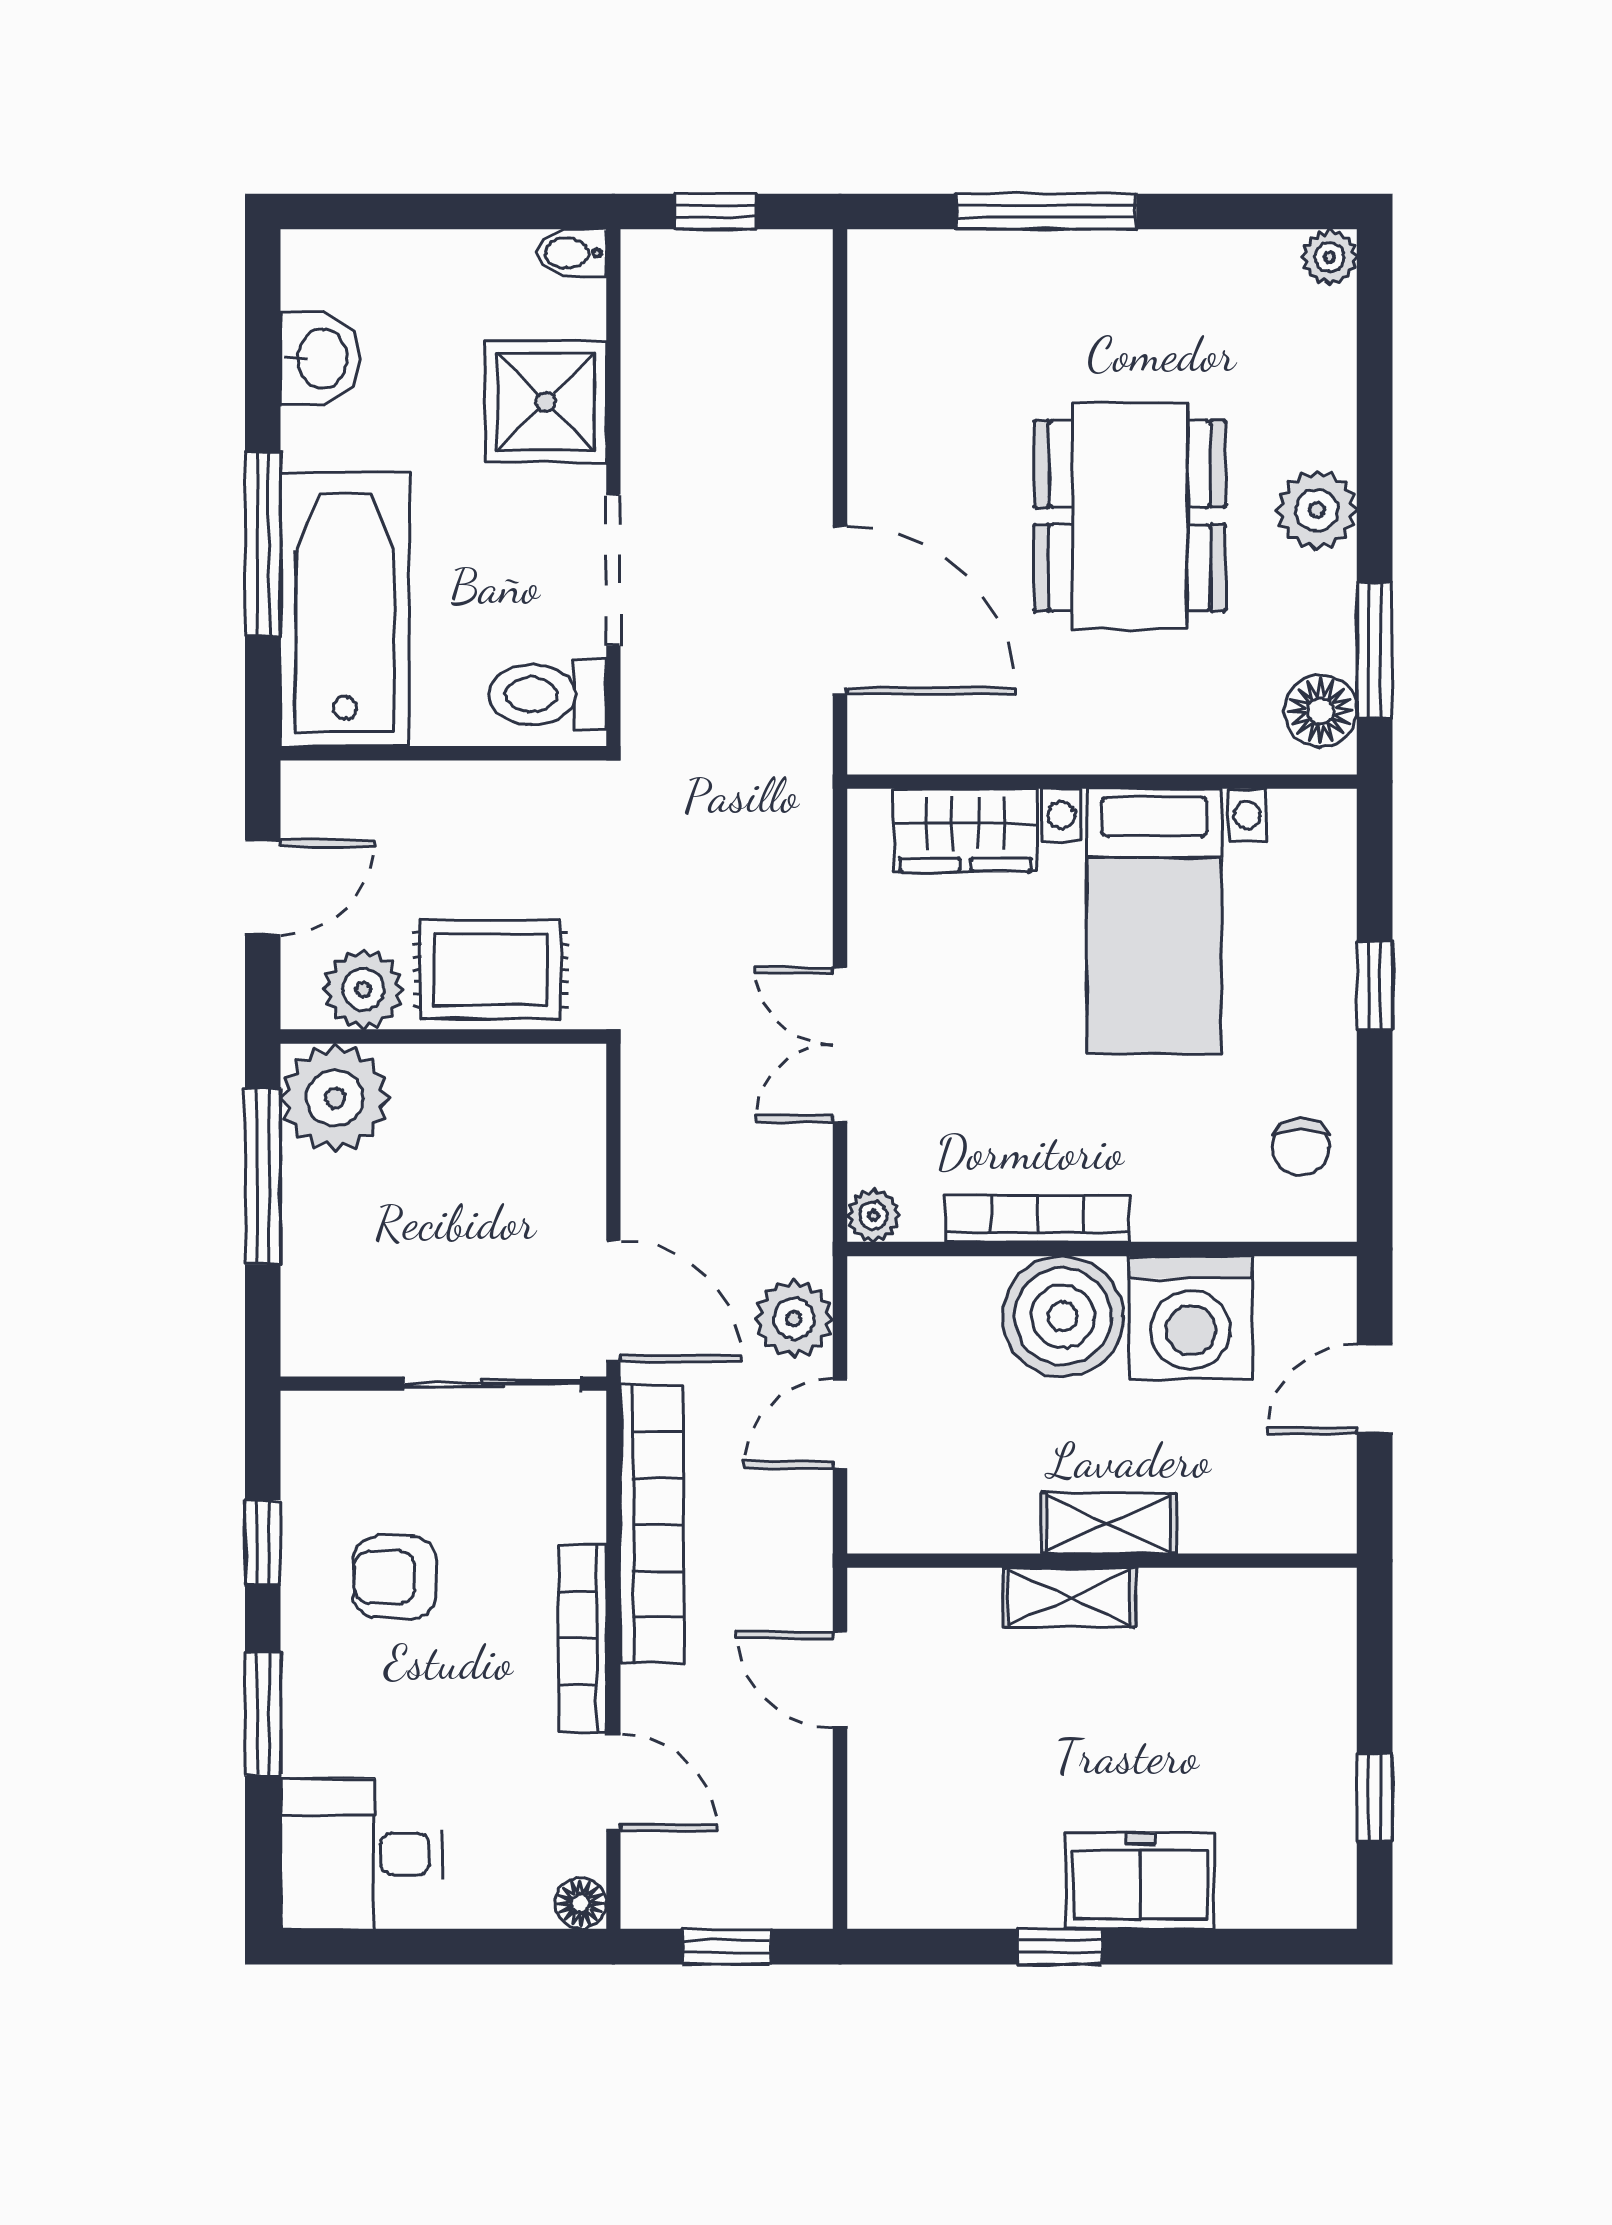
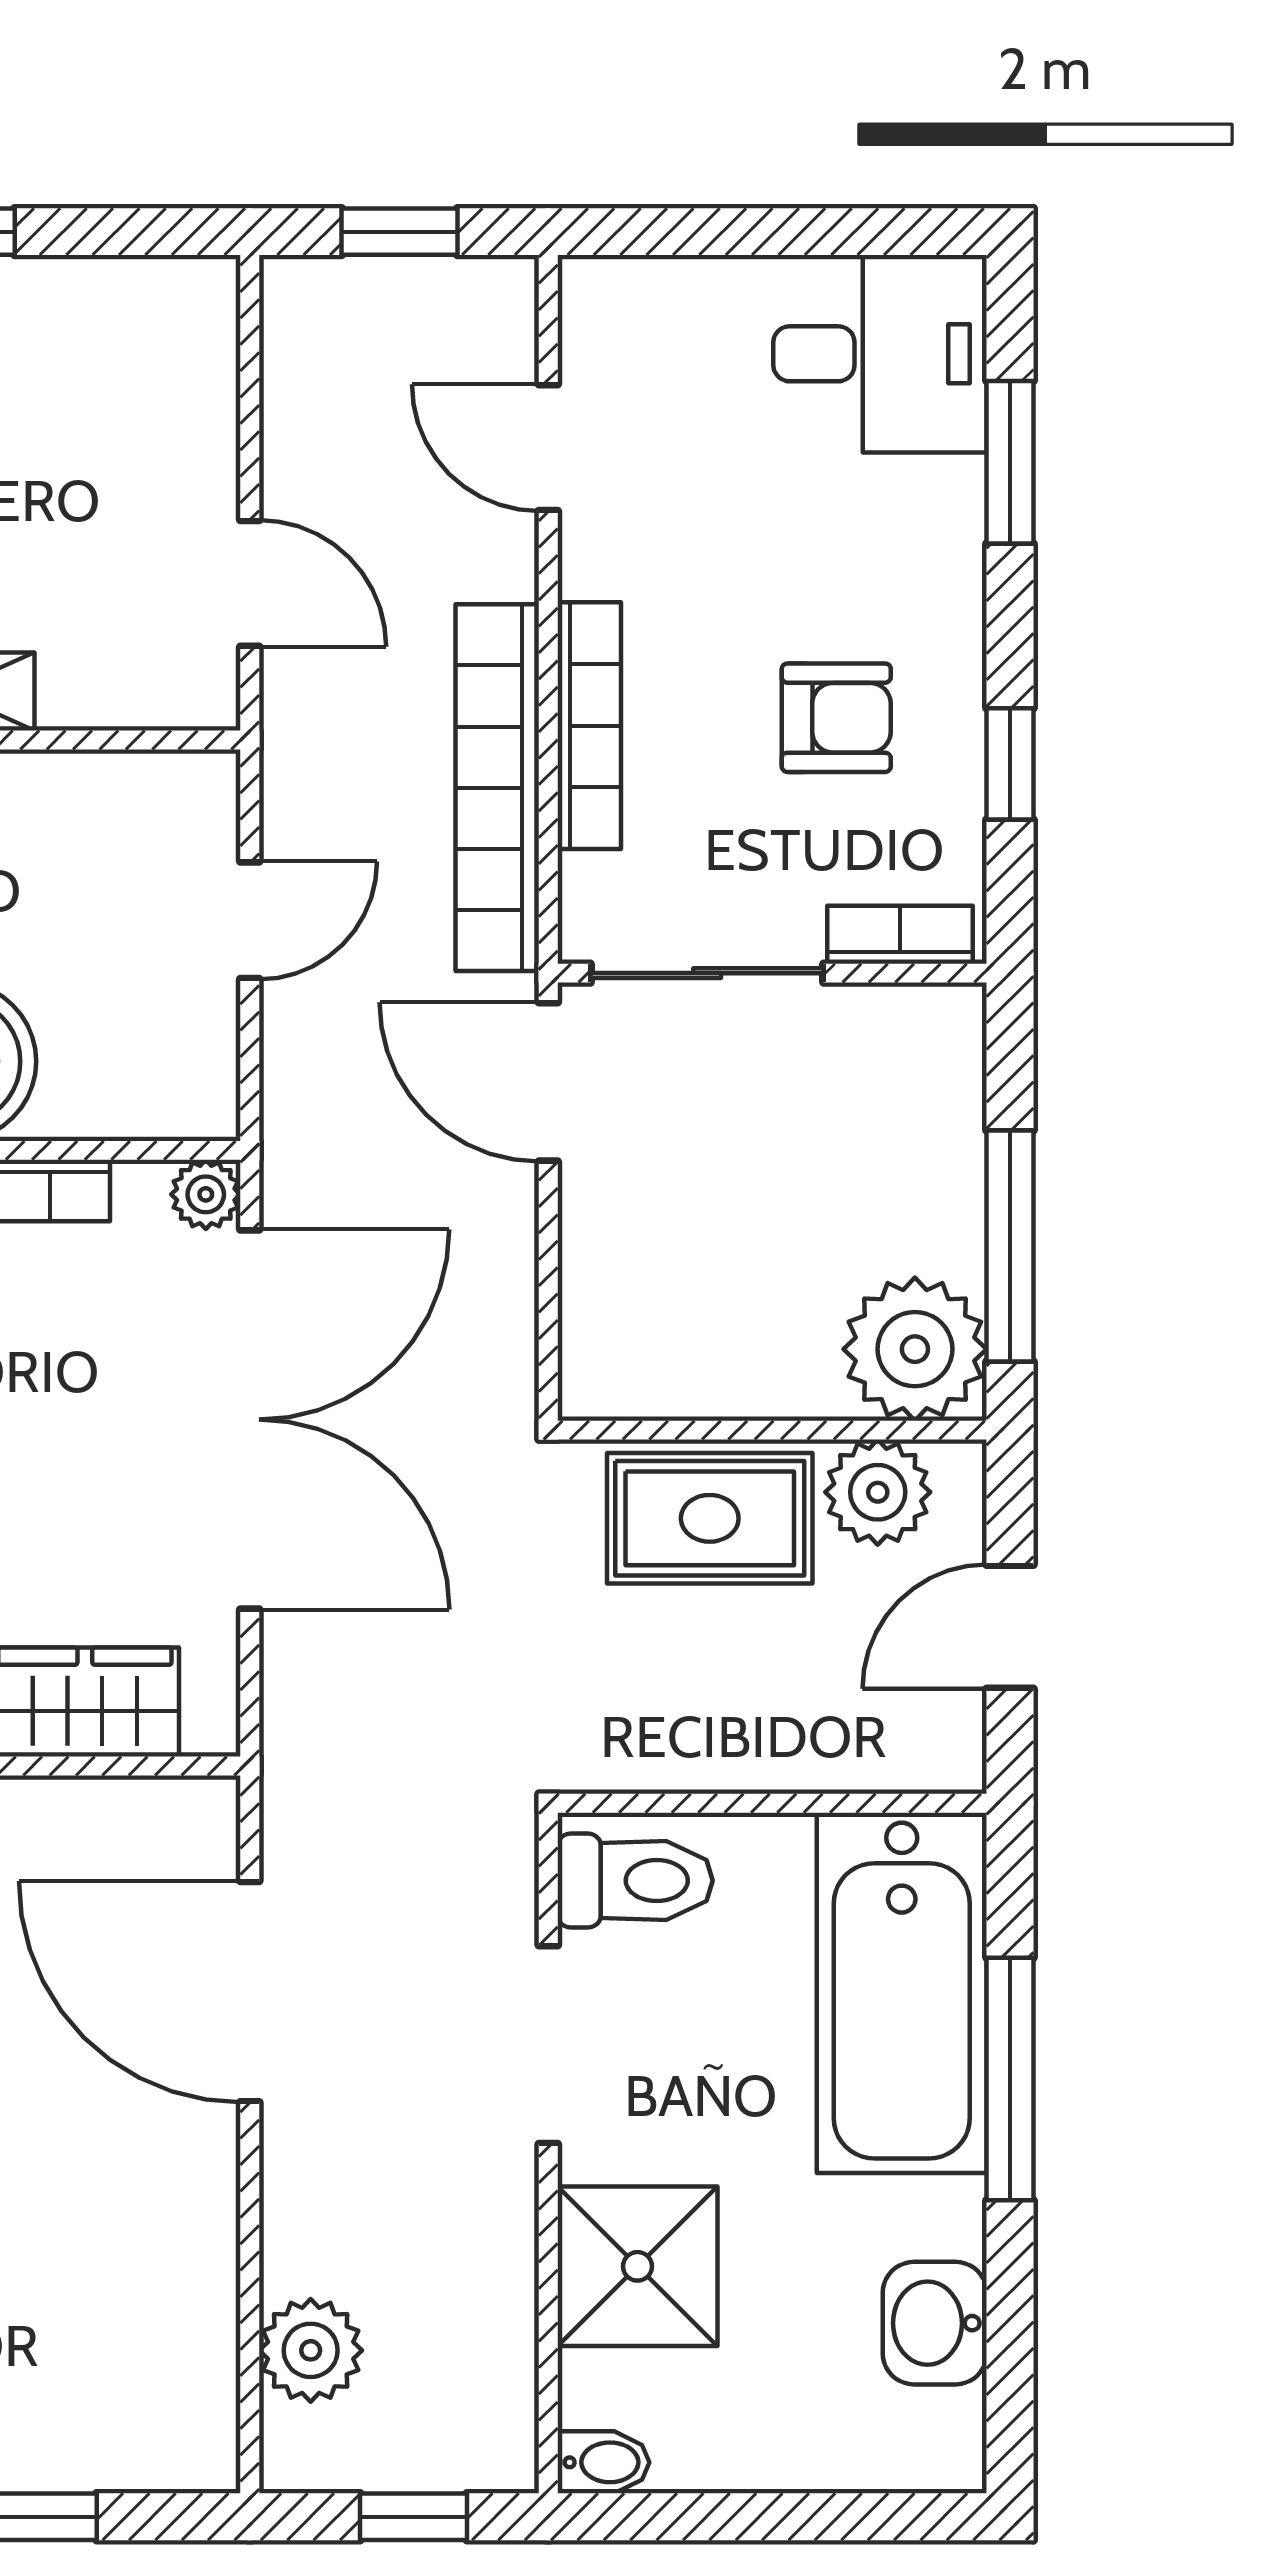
double door: (840, 1045) -> (250, 1419), width x1.87
plant: (794, 1319) -> (311, 2350), moved
bookcase: (346, 1413) -> (900, 935), added
bookcase: (582, 1638) -> (589, 726), moved
window: (263, 1714) -> (1010, 462), moved
floor lamp: (581, 1903) -> (591, 289), removed

